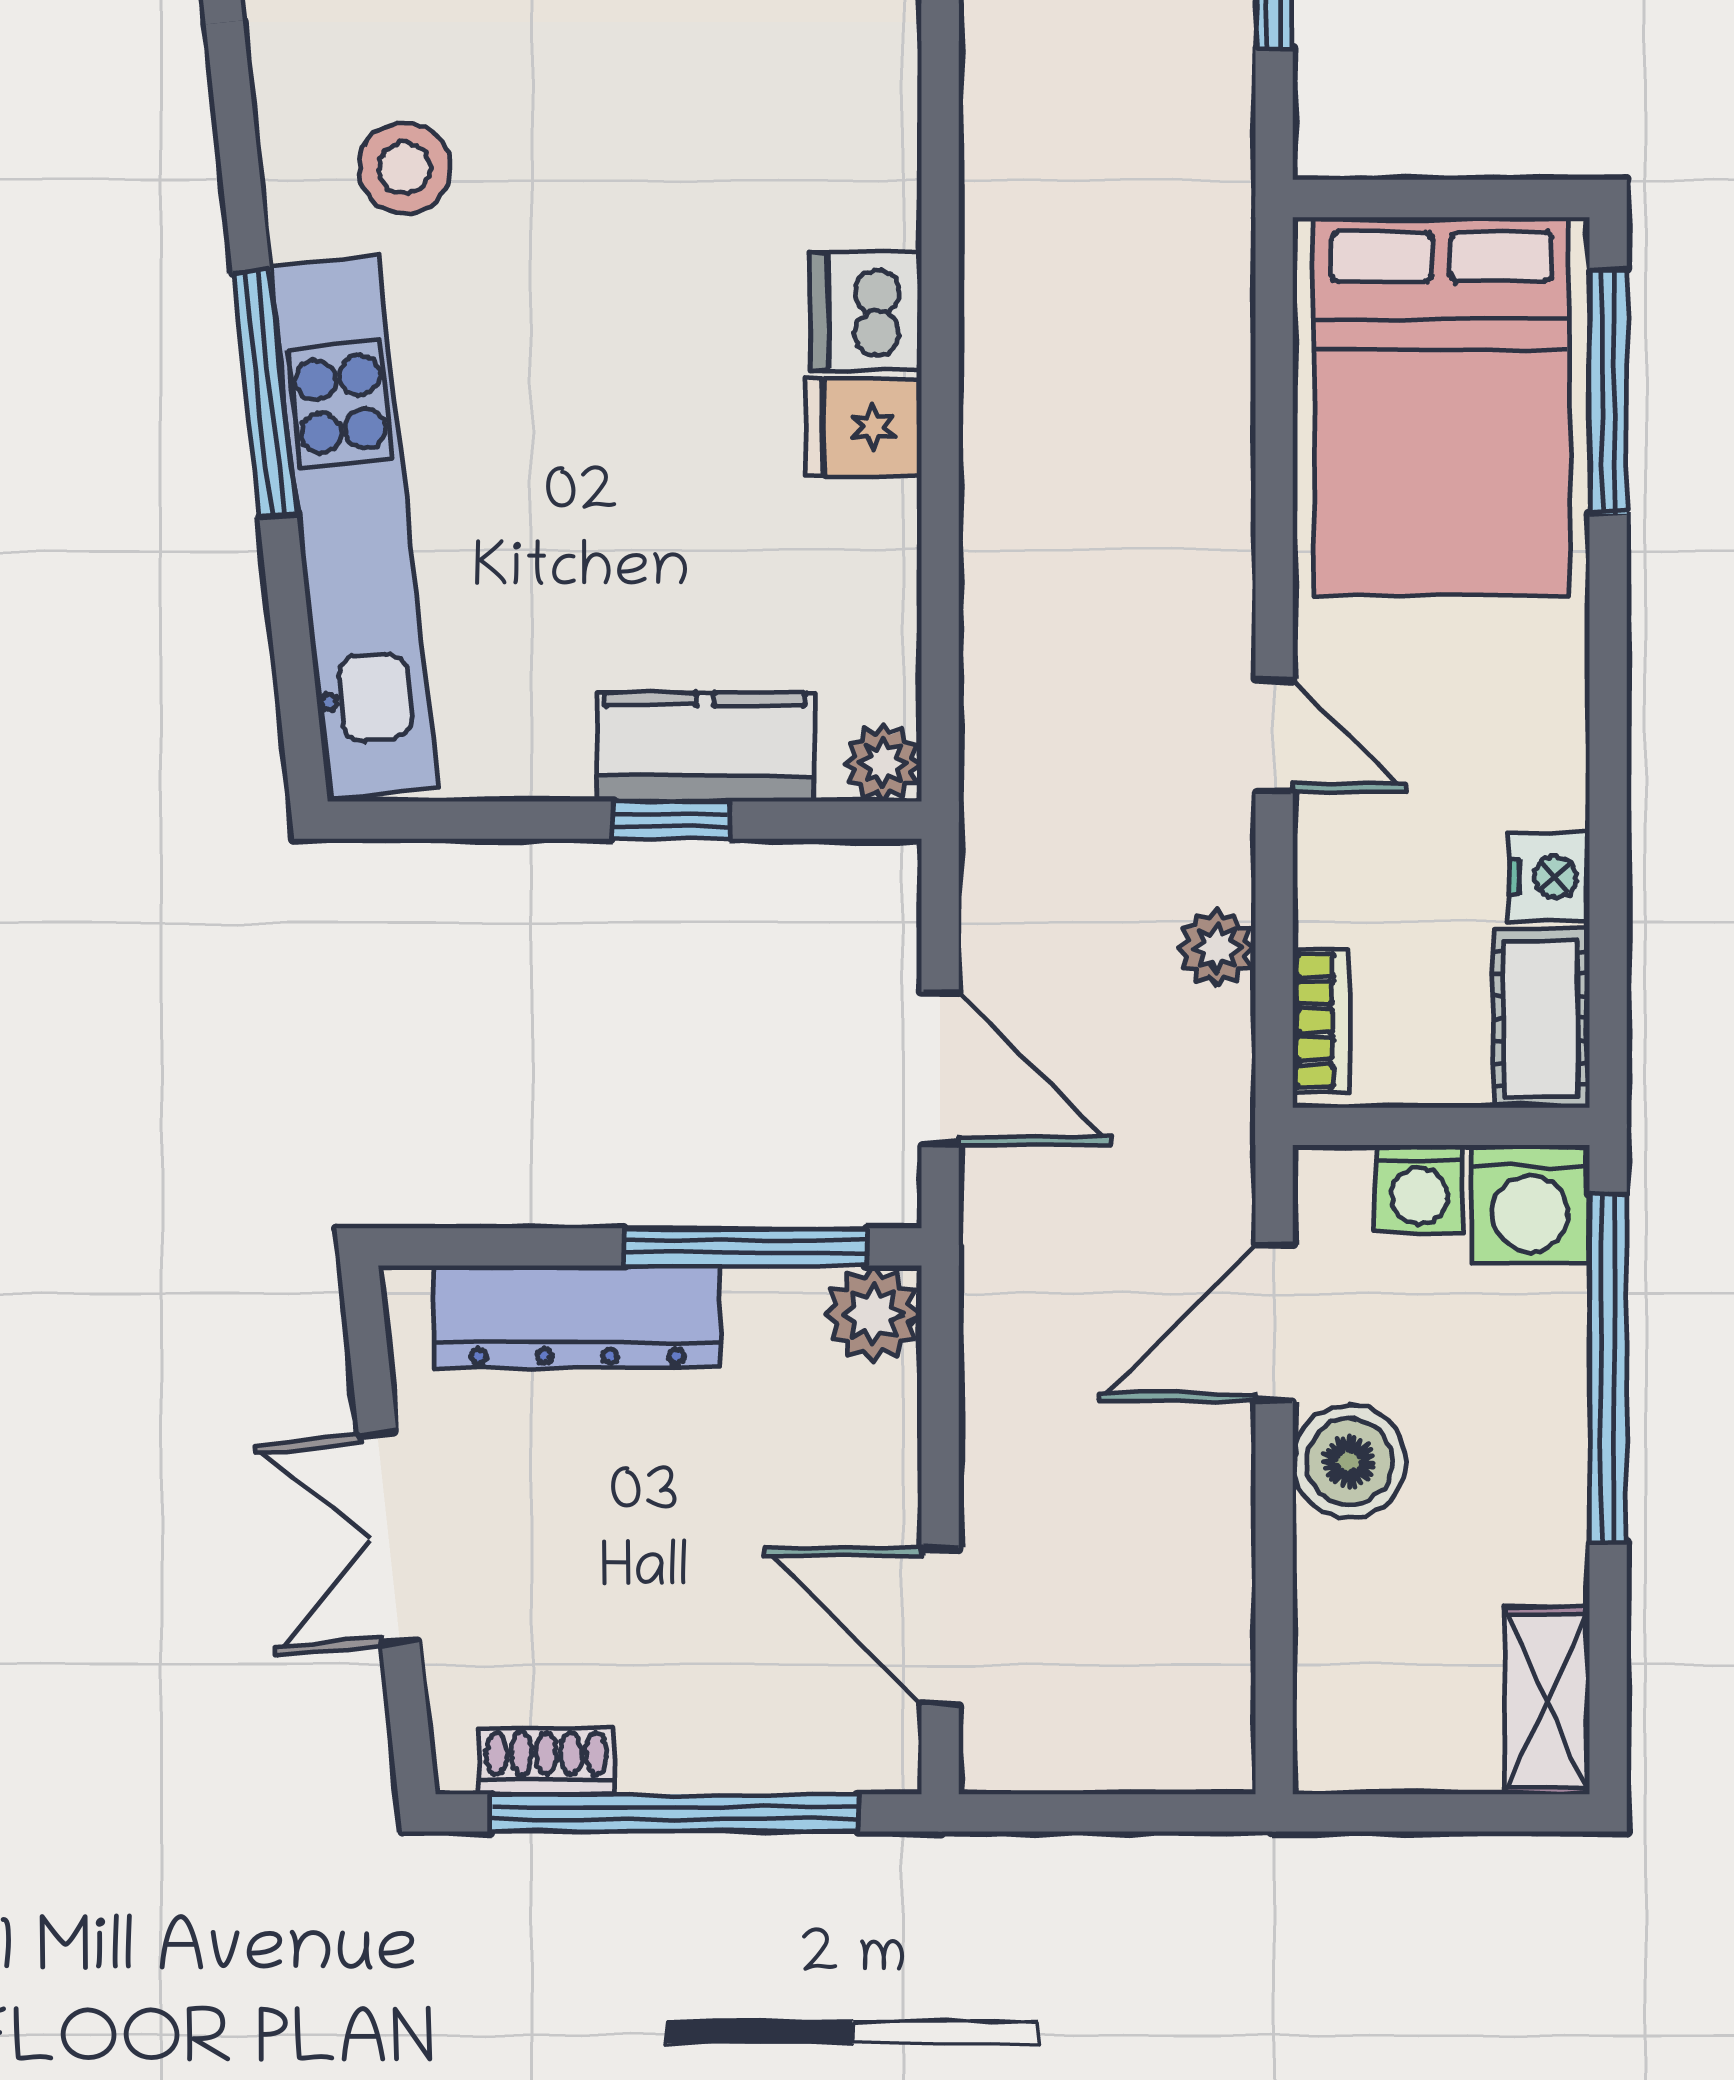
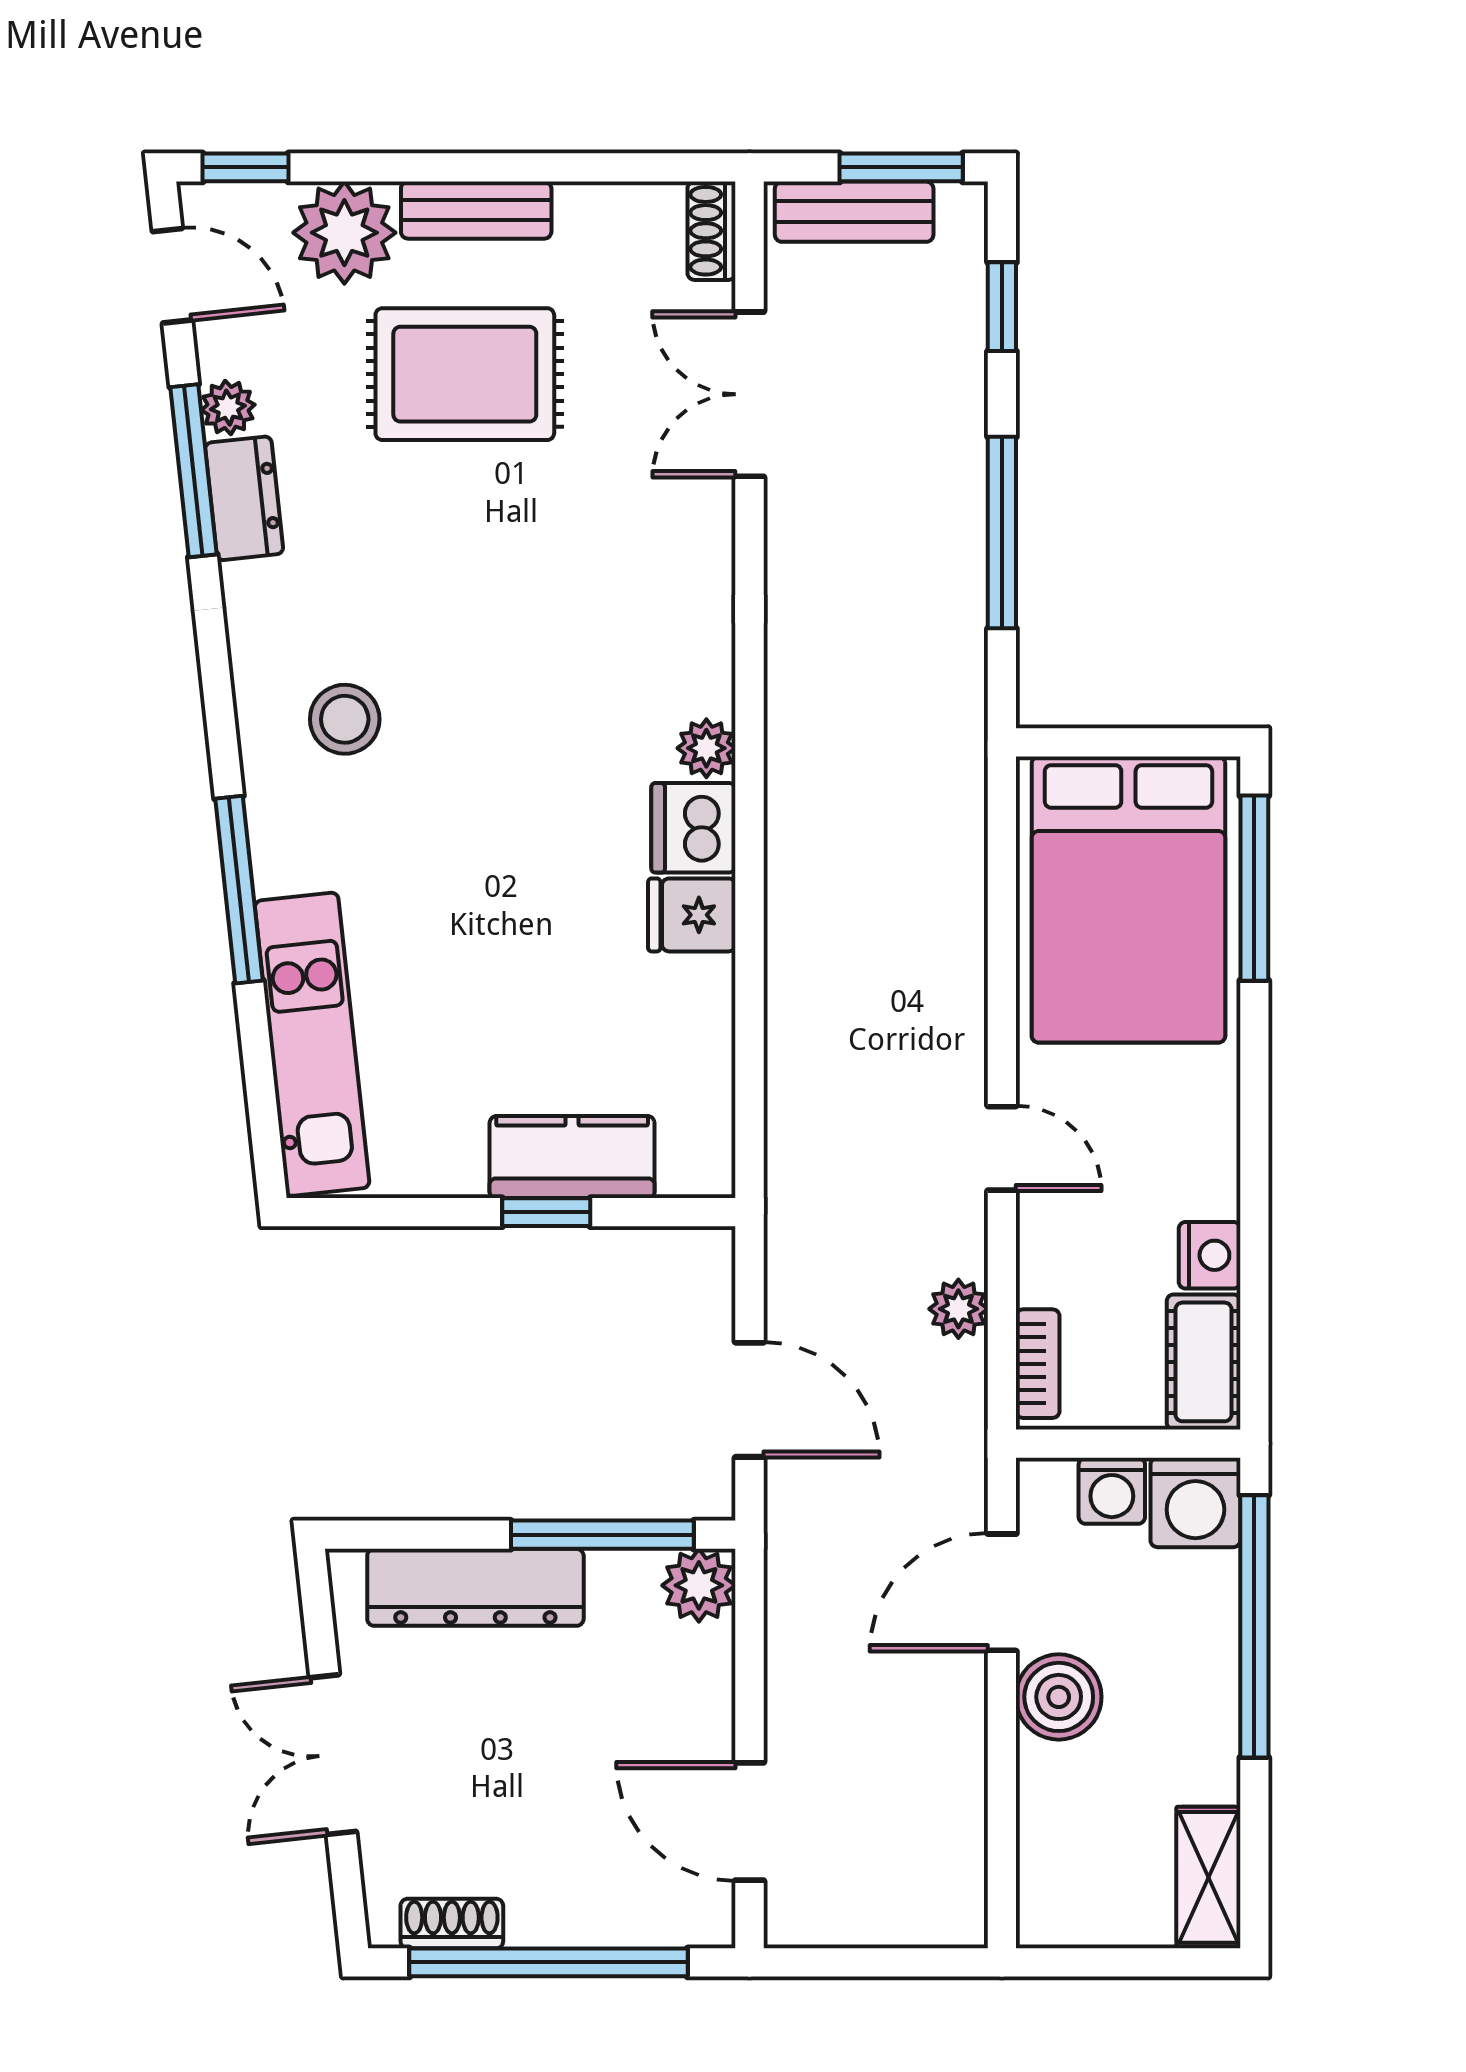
kitchen unit: (354, 527) -> (312, 1044), width x0.73
plant: (883, 763) -> (706, 748), moved

